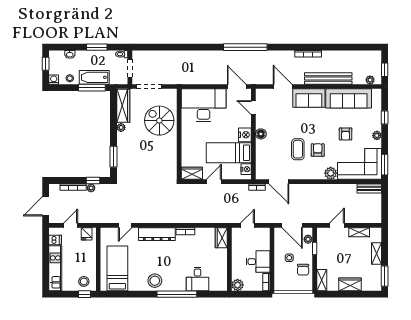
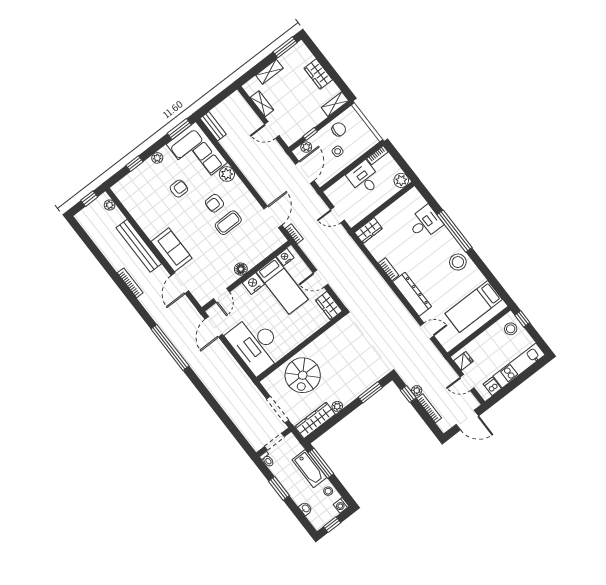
sofa: (349, 98) -> (143, 212), removed

